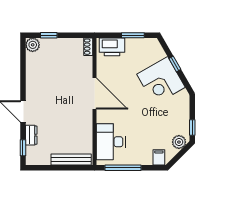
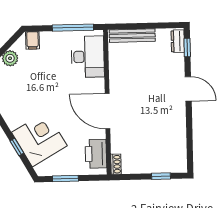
plant: (33, 45) -> (179, 165), removed
printer: (112, 47) -> (96, 154), moved, turned -90
corner desk: (161, 81) -> (39, 139), moved
dresser: (31, 135) -> (178, 41), moved

